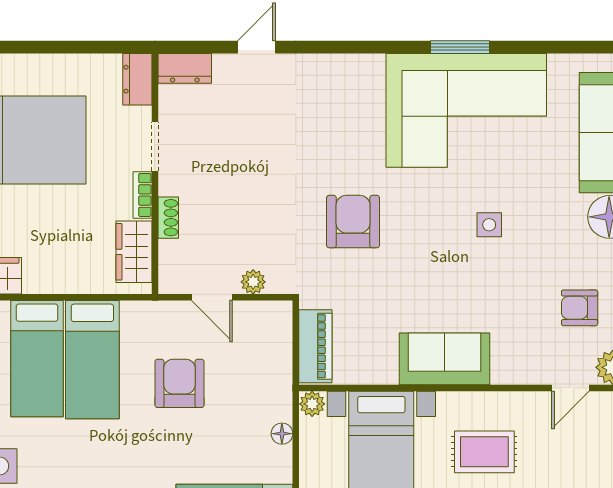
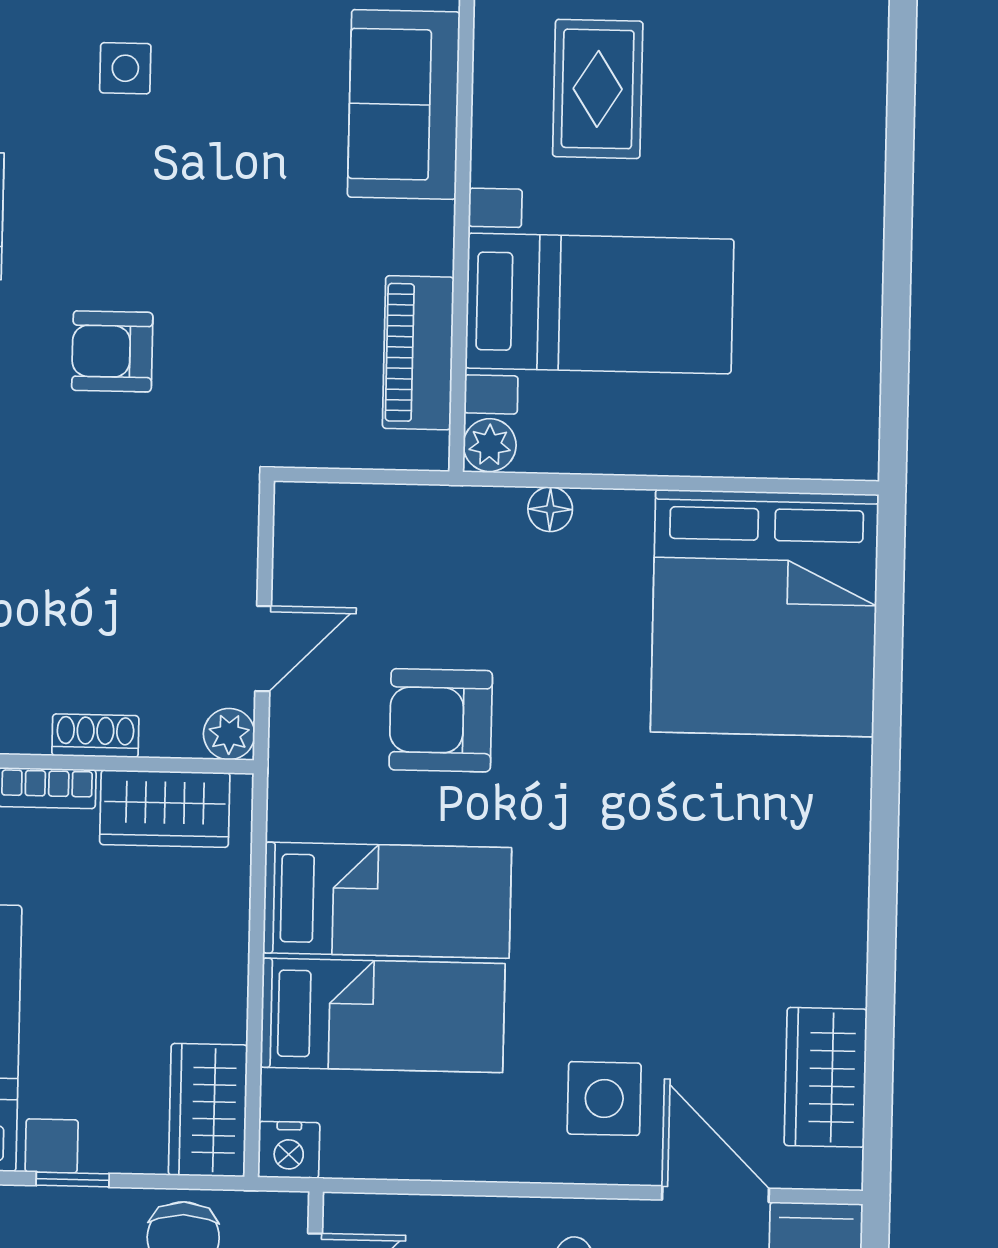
armchair: (353, 222) -> (112, 351), width x0.72, depth x0.72
plant: (253, 282) -> (229, 734), moved
piano: (315, 346) -> (418, 353), moved, turned -90
sofa: (445, 359) -> (404, 104), moved

